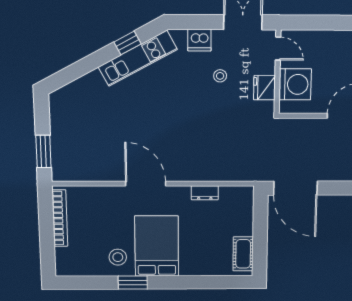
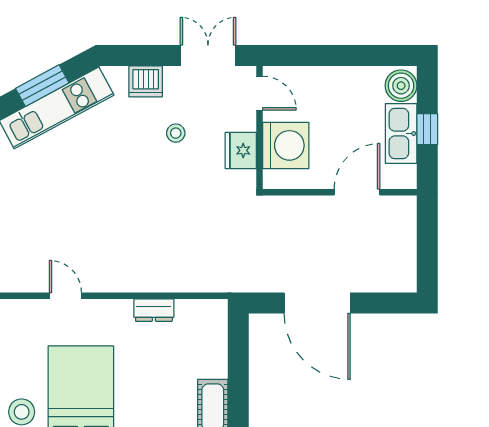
window: (128, 43) -> (42, 86), width x1.50
door: (146, 184) -> (65, 296), width x0.53
door: (295, 188) -> (317, 303), moved

